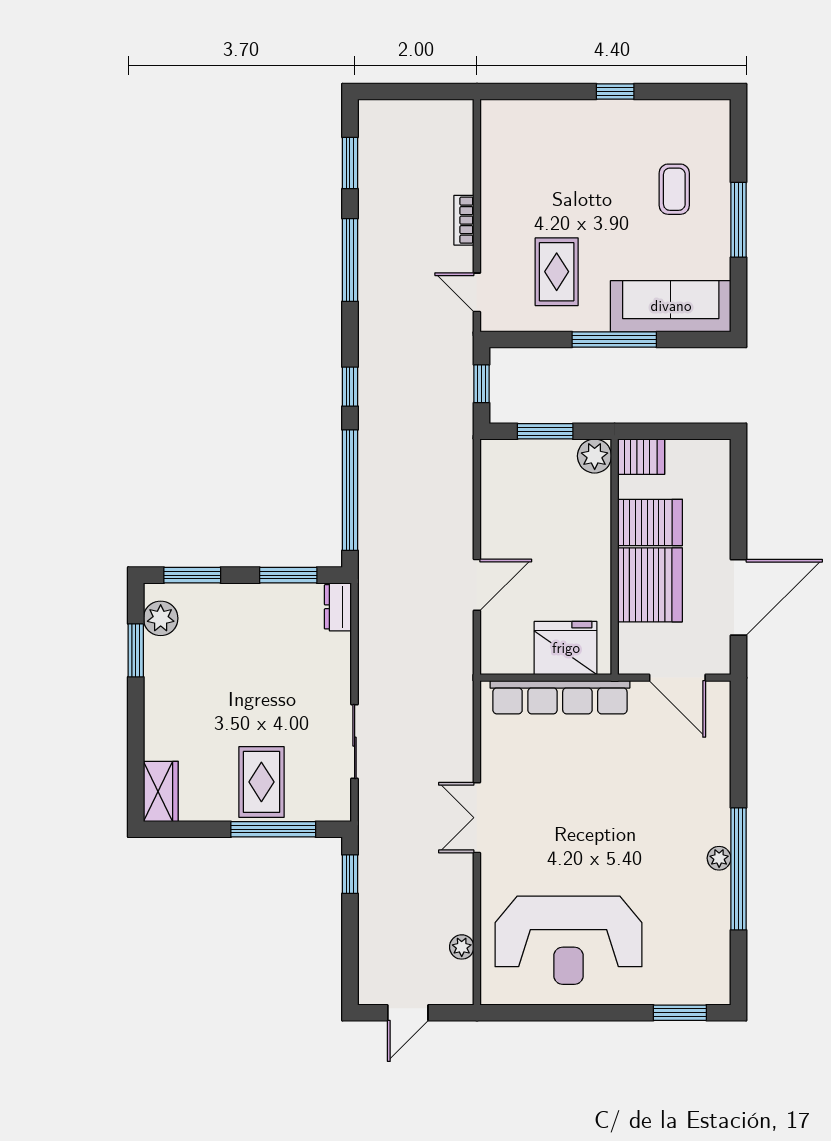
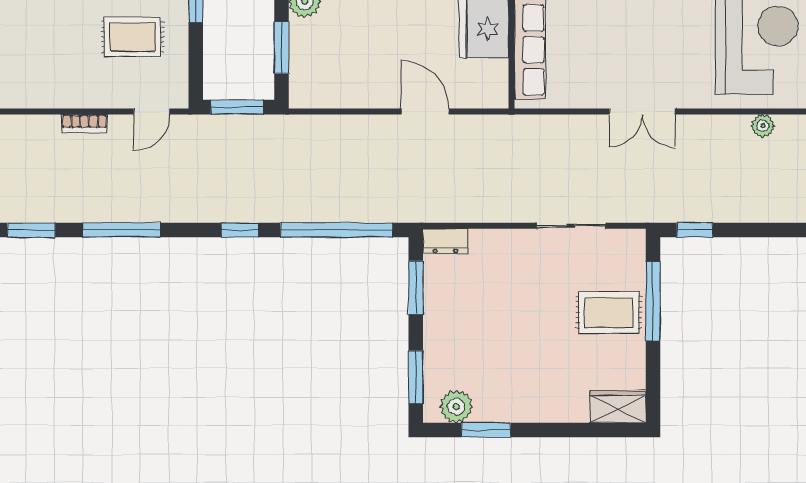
window: (482, 384) -> (237, 107), width x1.50

